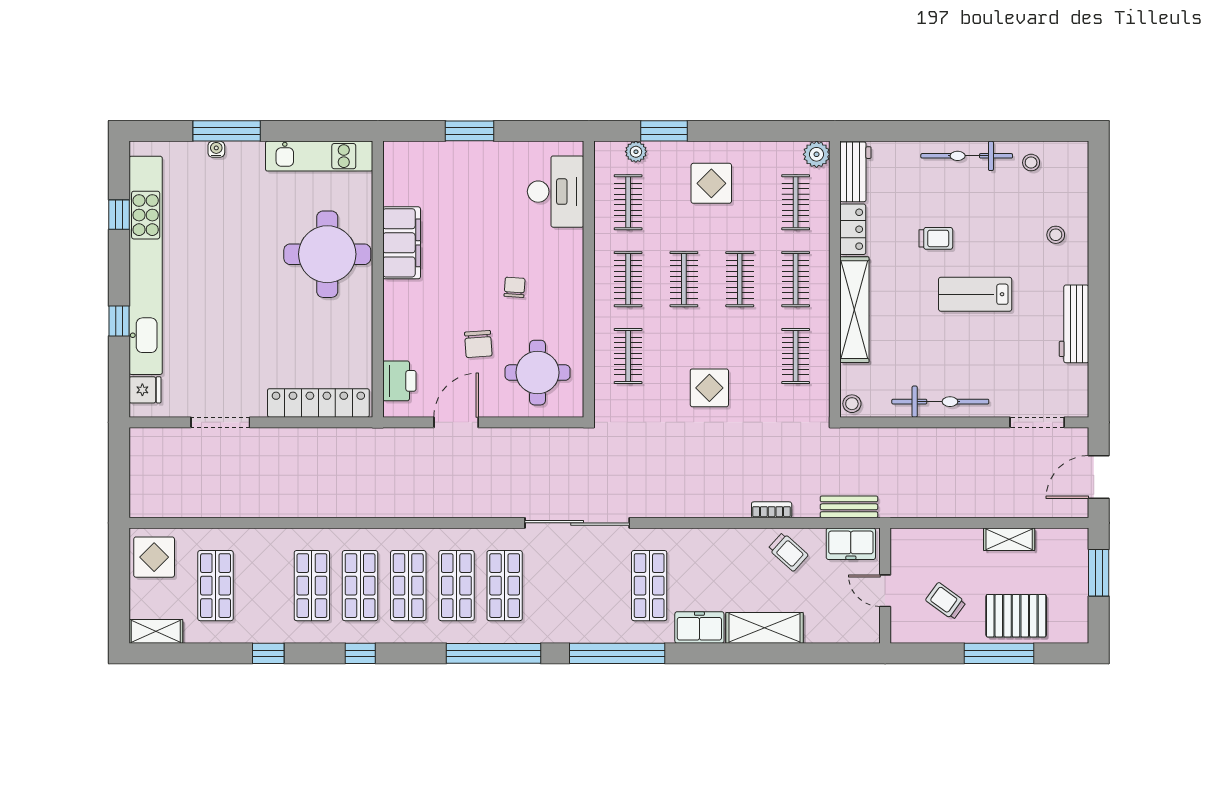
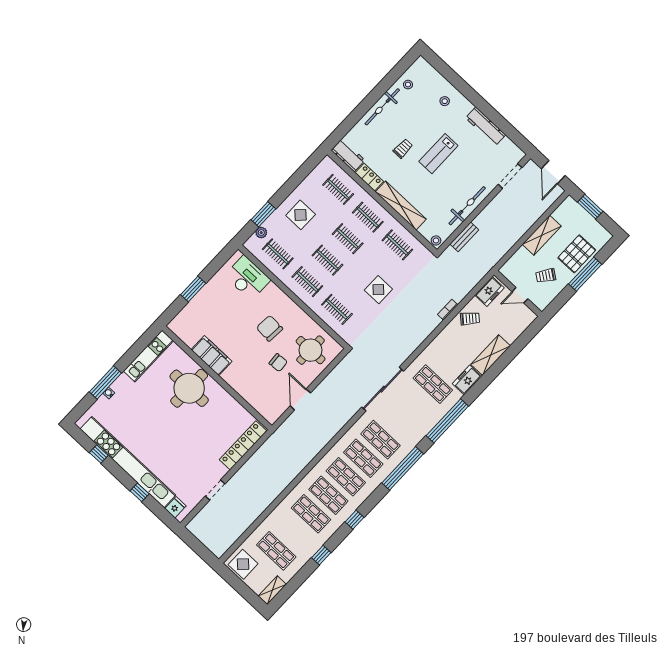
plant: (817, 154) -> (327, 164), removed
chair: (515, 287) -> (269, 328), width x1.87, depth x1.87
printer: (399, 381) -> (264, 406), removed
doorway: (220, 422) -> (215, 490), width x0.73
bench: (849, 507) -> (464, 237), moved
shelving: (1009, 539) -> (542, 235), width x1.50, depth x1.33

